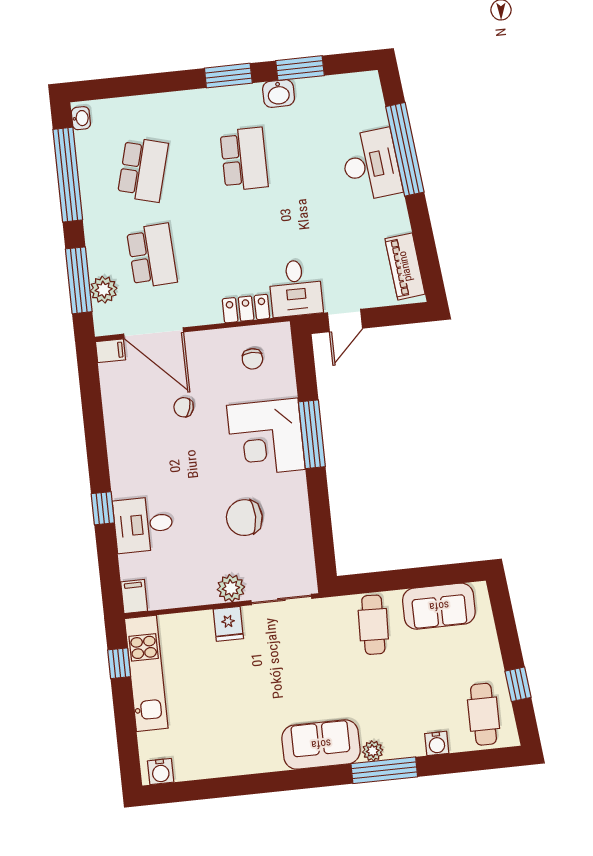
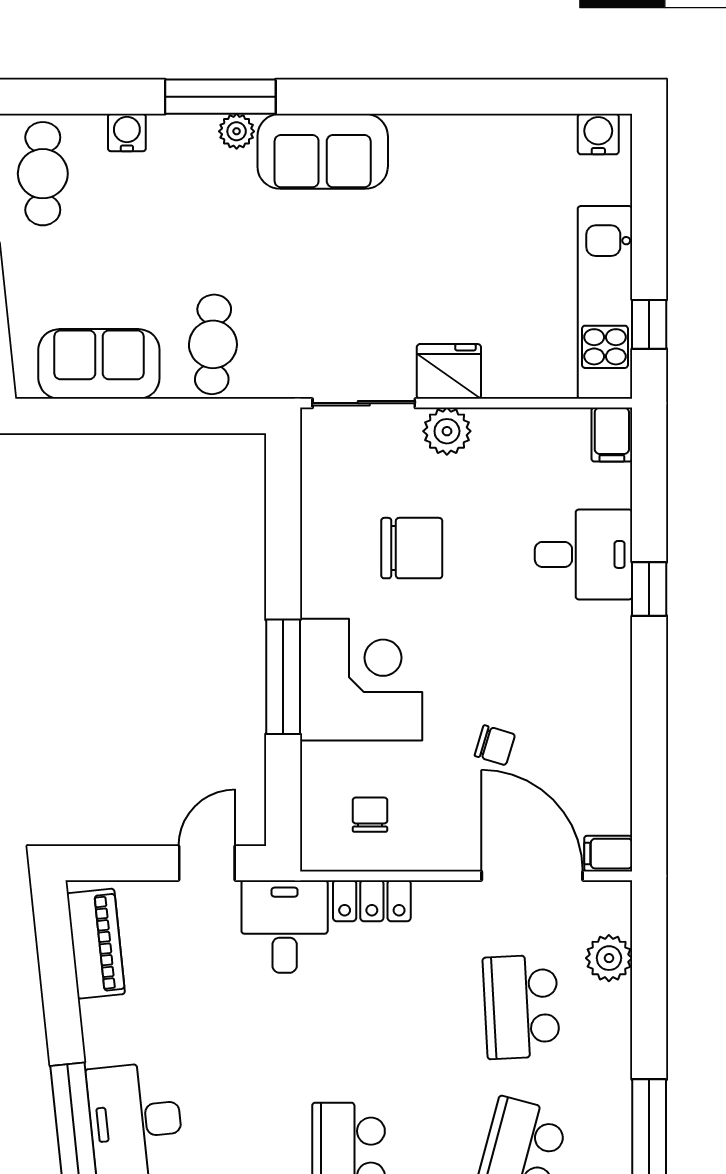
window: (79, 280) -> (649, 978), removed
fridge: (228, 624) -> (449, 371), width x1.38

